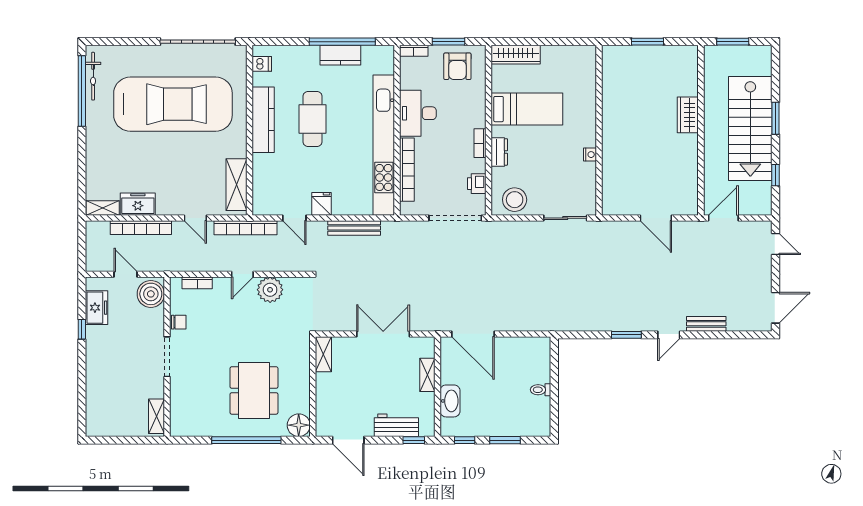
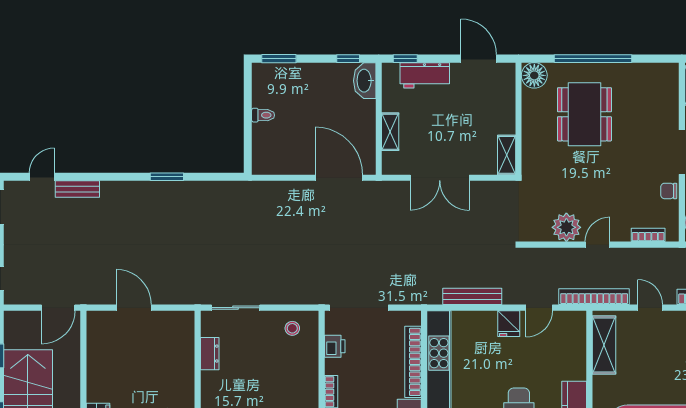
dresser: (499, 152) -> (210, 354), moved, turned 180
nightstand: (590, 155) -> (208, 379), removed
stool: (515, 200) -> (292, 328), width x0.53, depth x0.53
door: (294, 218) -> (539, 308), swing flipped
door: (669, 335) -> (42, 177), moved
washbasin: (450, 401) -> (365, 81), moved
window: (505, 440) -> (279, 59), moved

